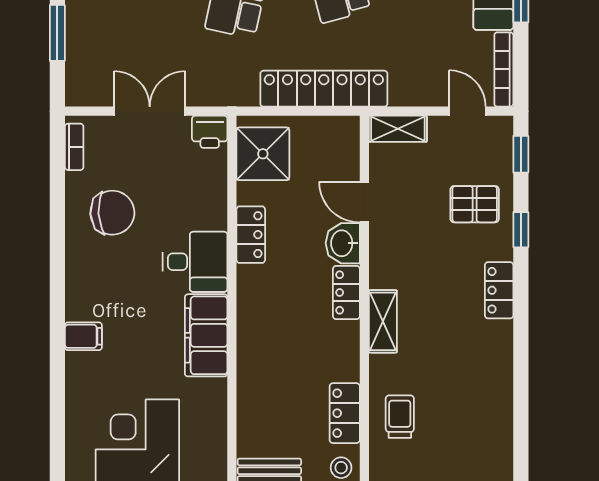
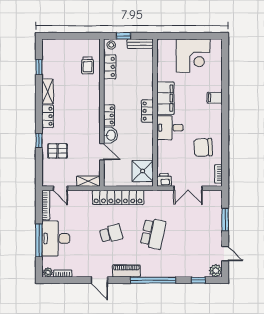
window: (521, 154) -> (39, 67), moved
locker: (251, 235) -> (147, 111), moved
shelving: (383, 321) -> (48, 91), moved

